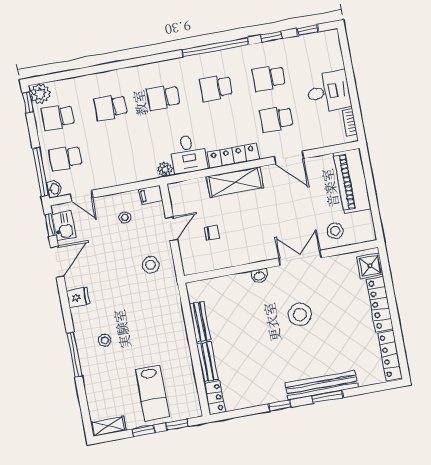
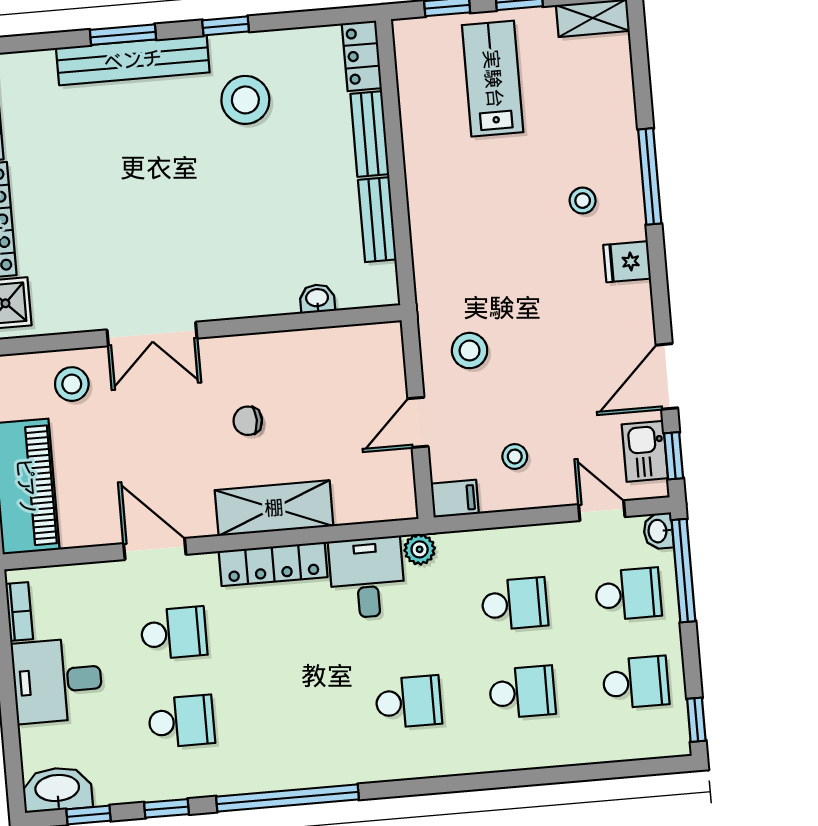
washbasin: (323, 41) -> (57, 789), added
school desk: (216, 88) -> (515, 604), moved
plant: (40, 94) -> (668, 736), removed
chair: (212, 233) -> (248, 421), moved
washbasin: (259, 276) -> (317, 299), moved
fridge: (78, 297) -> (627, 262), moved
stool: (300, 315) -> (245, 100), moved

